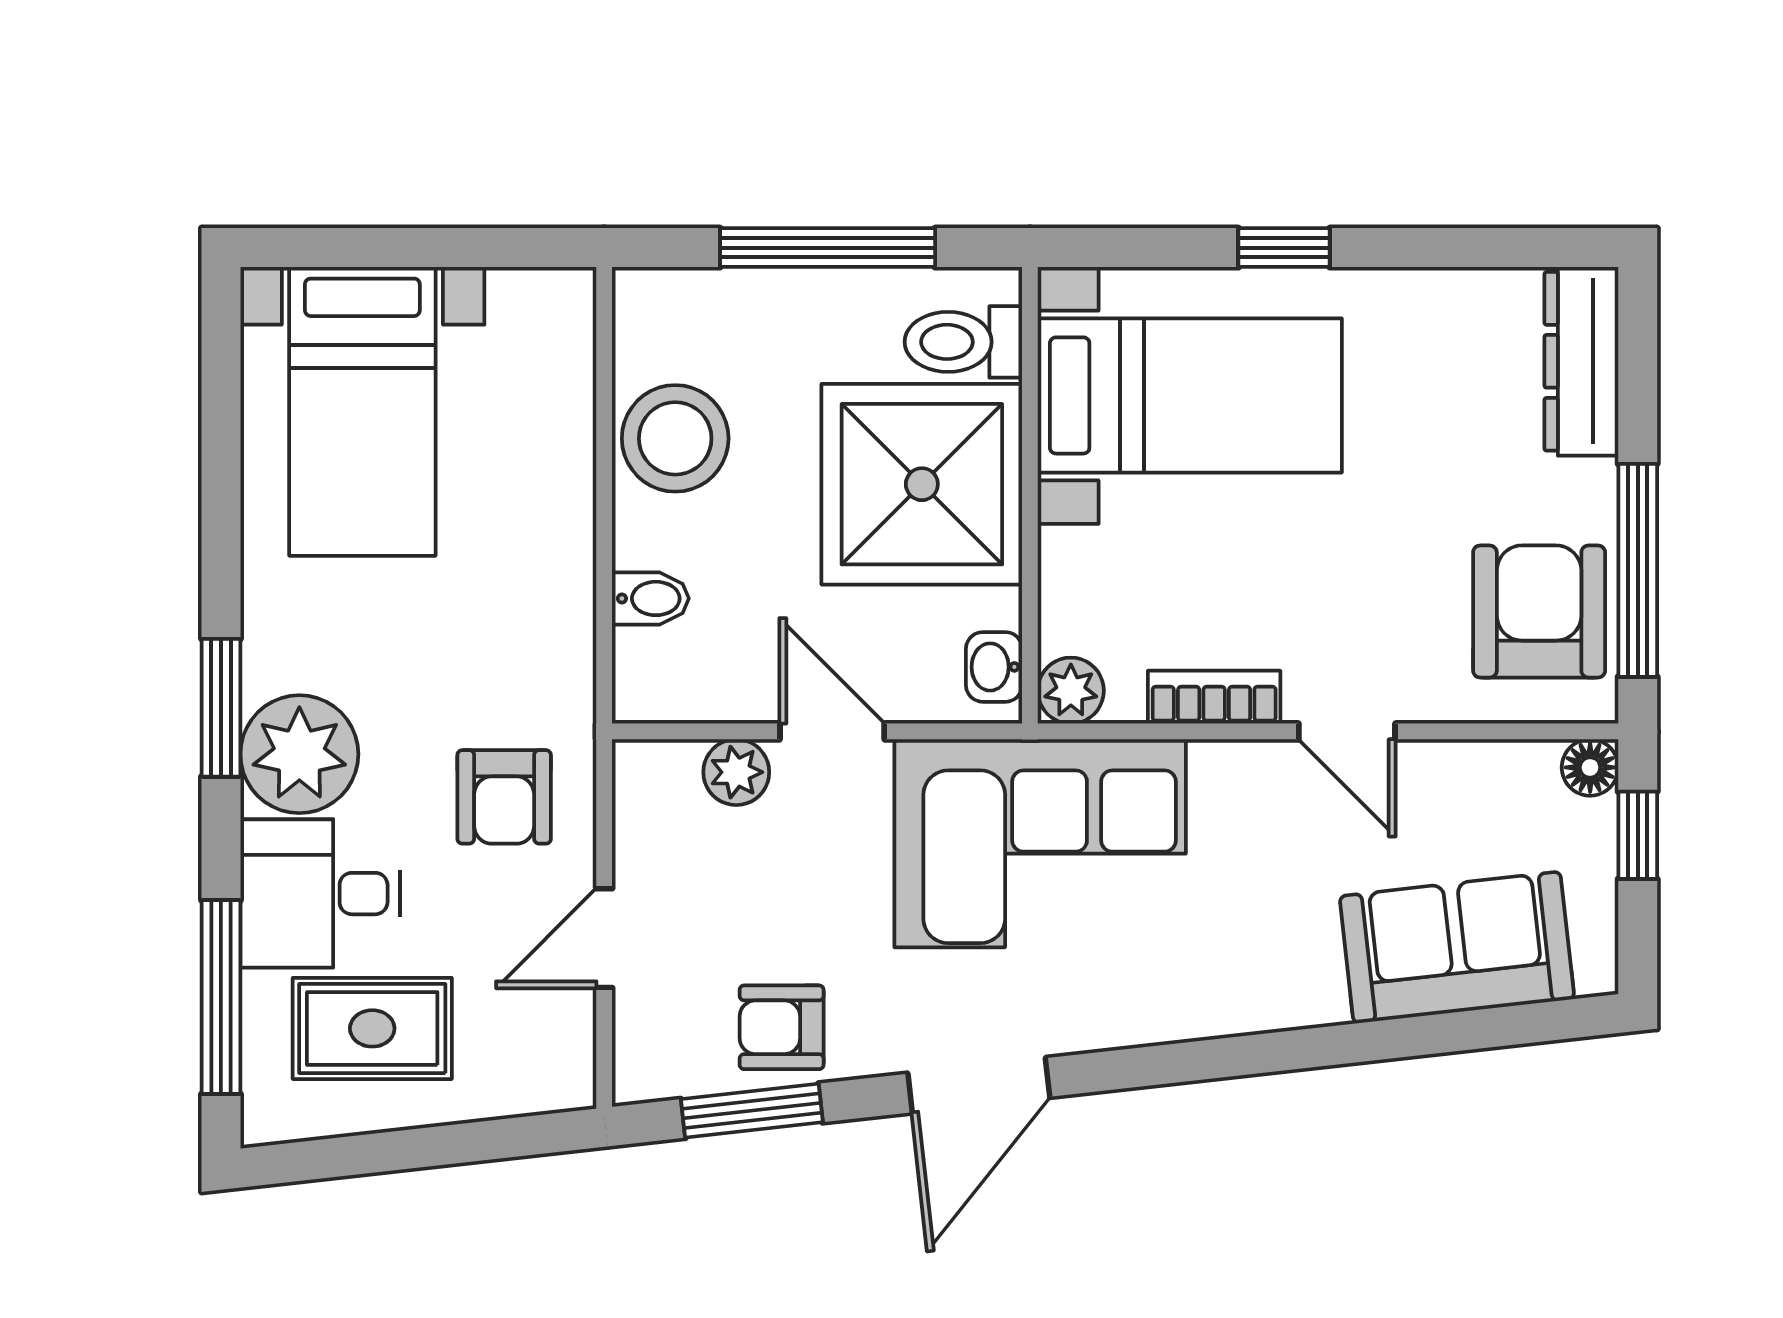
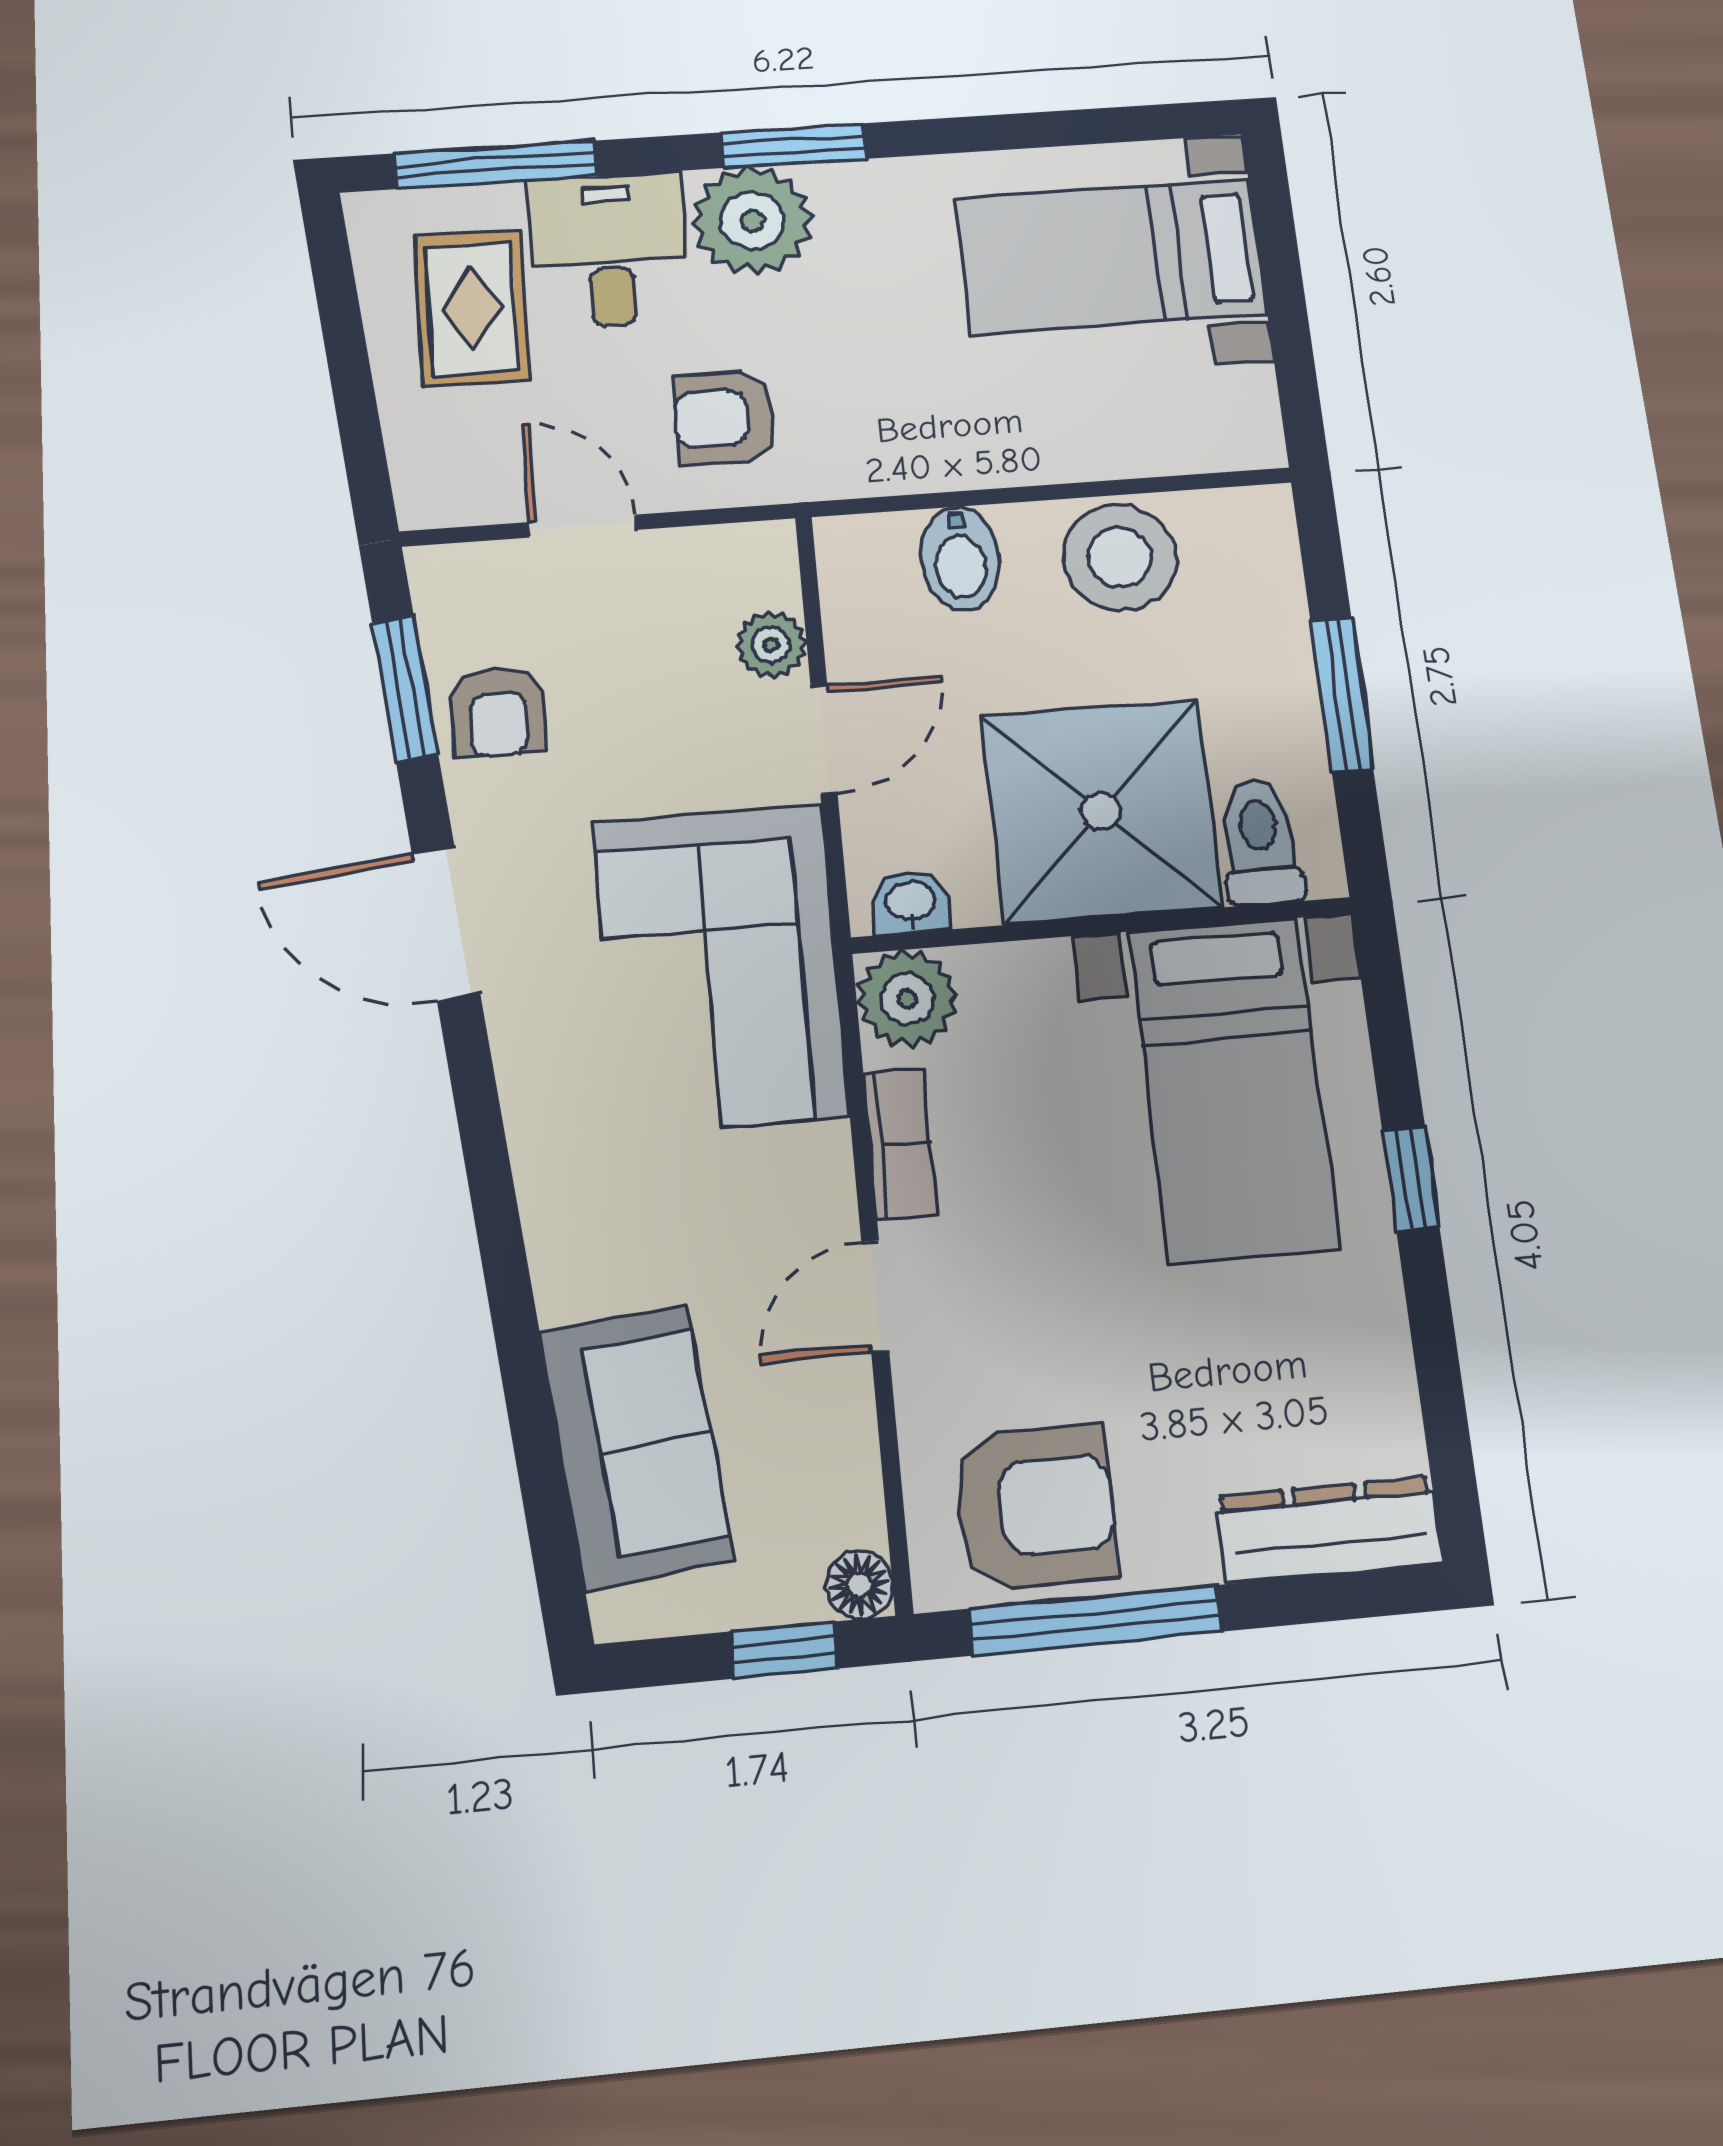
window: (828, 248) -> (1342, 695), width x0.69
bidet: (650, 598) -> (960, 558), width x1.38, depth x1.36
plant: (1071, 691) -> (907, 999), width x1.38, depth x1.38
armchair: (782, 1027) -> (498, 712), turned 180

